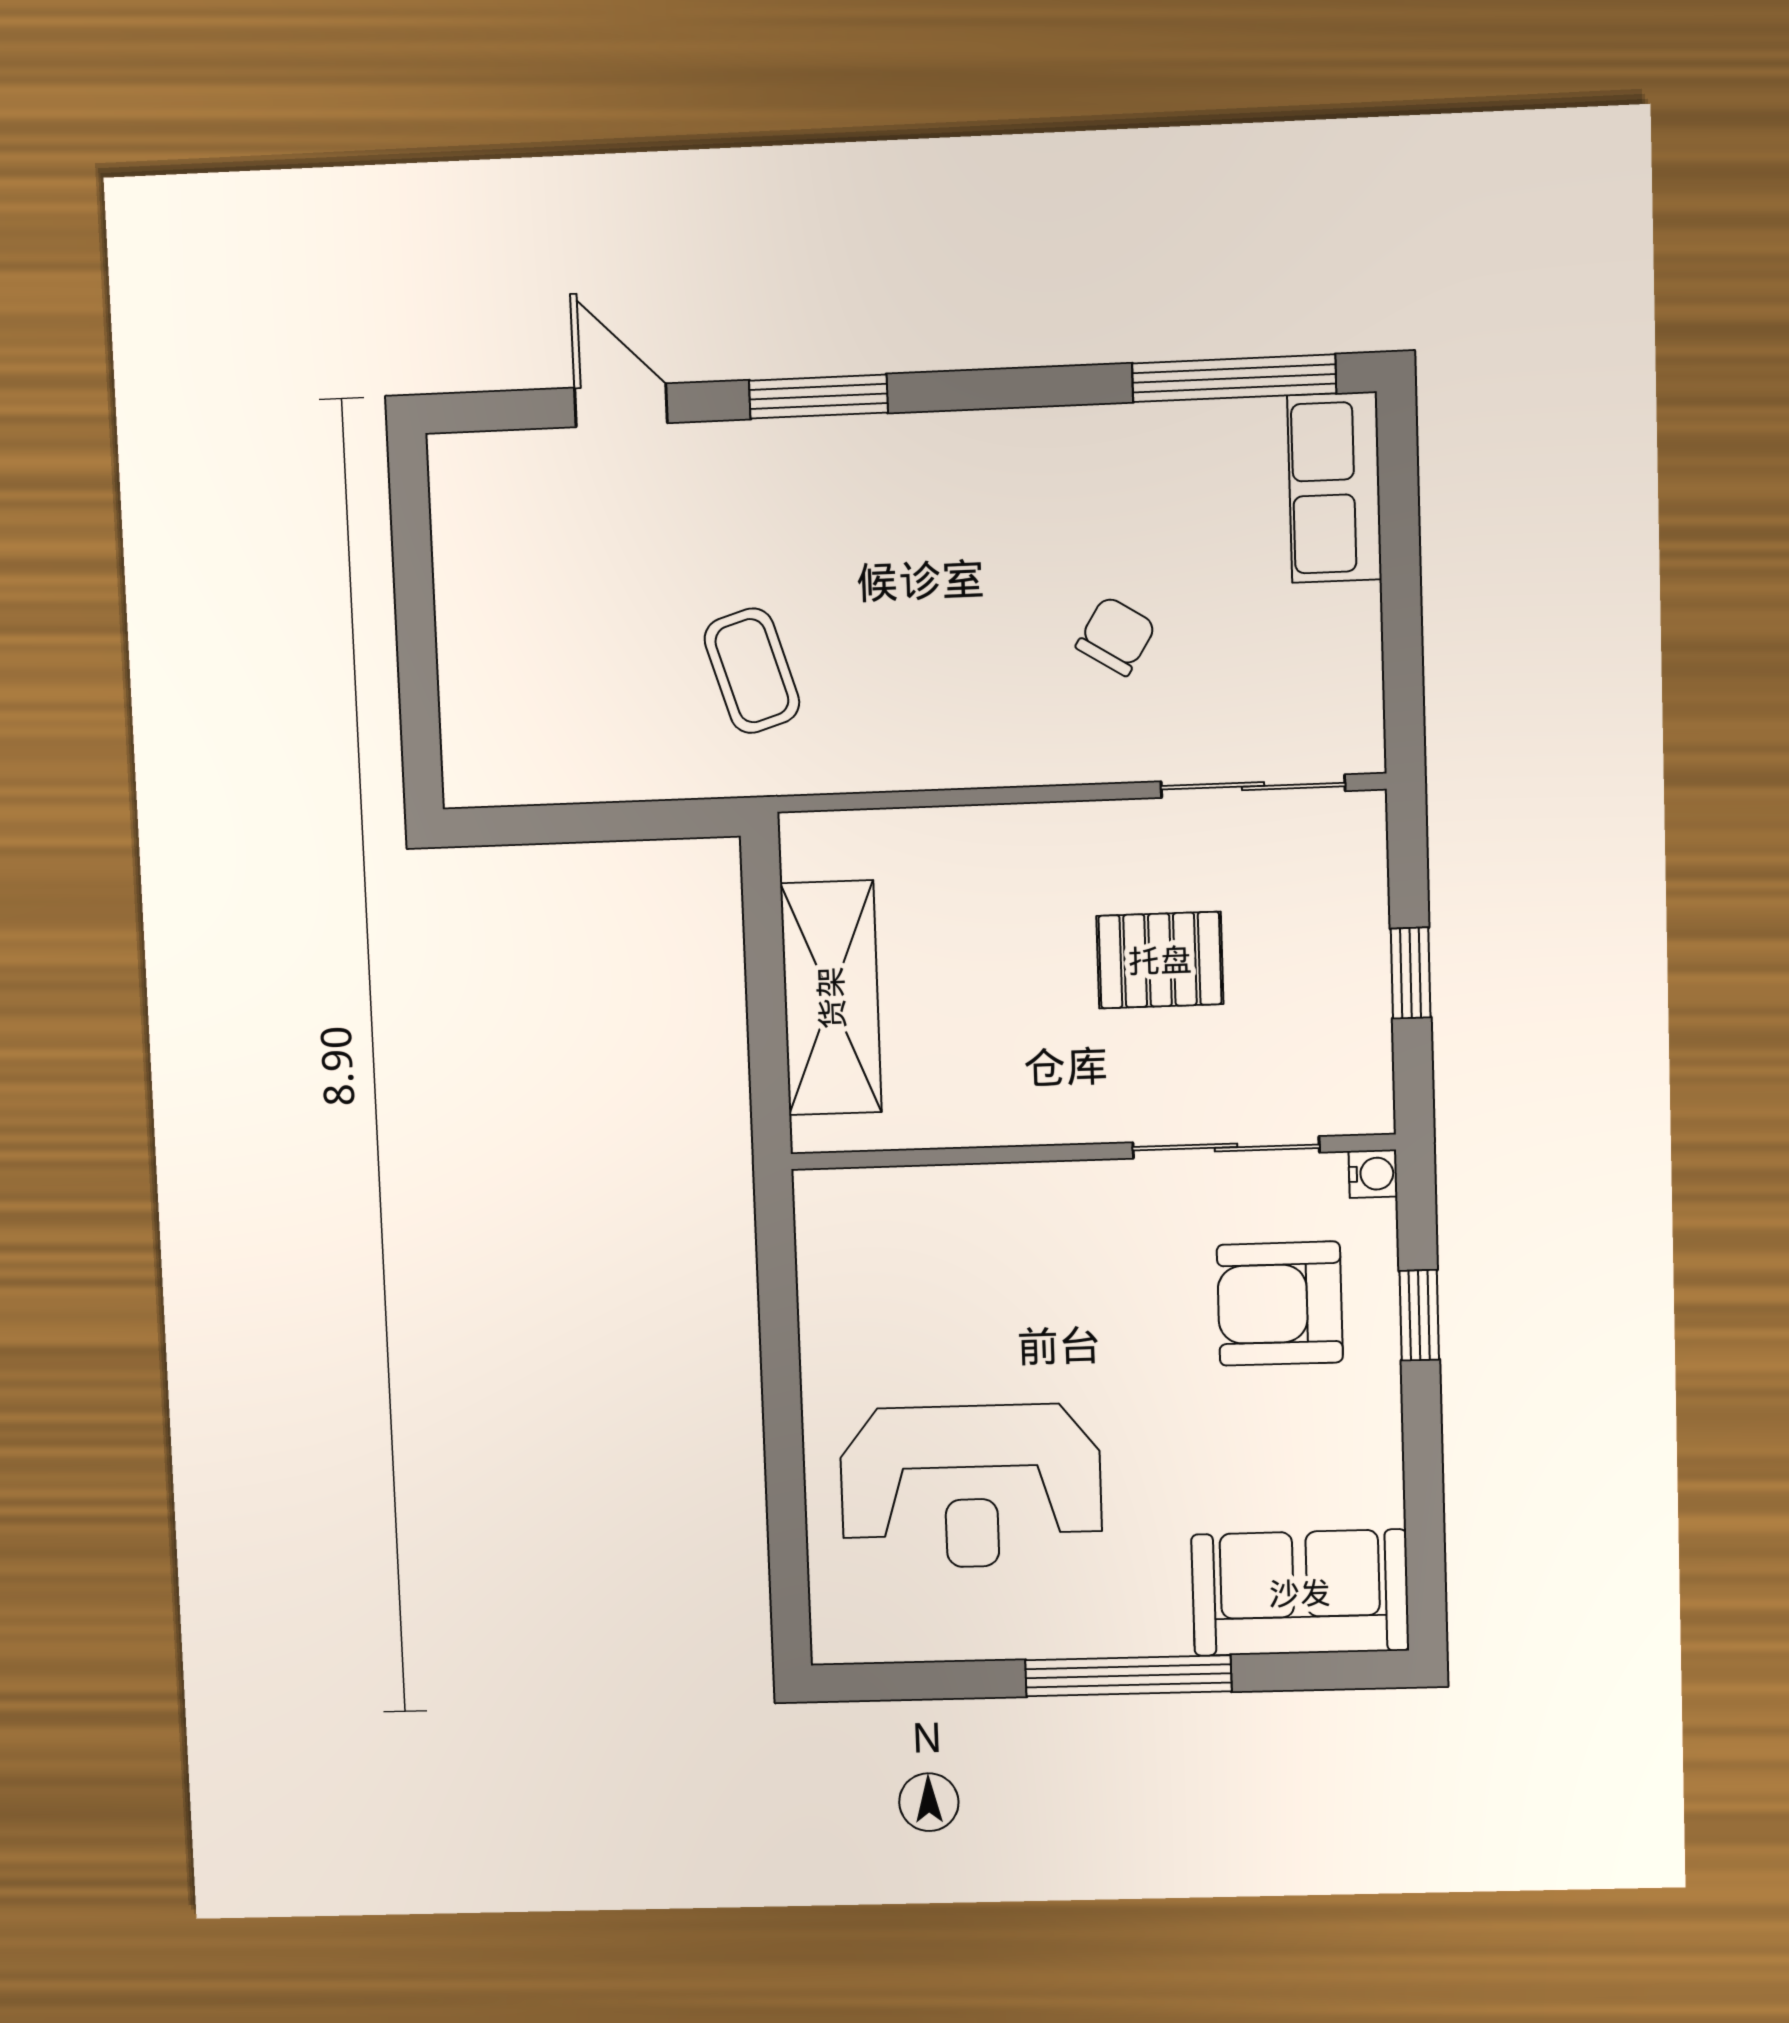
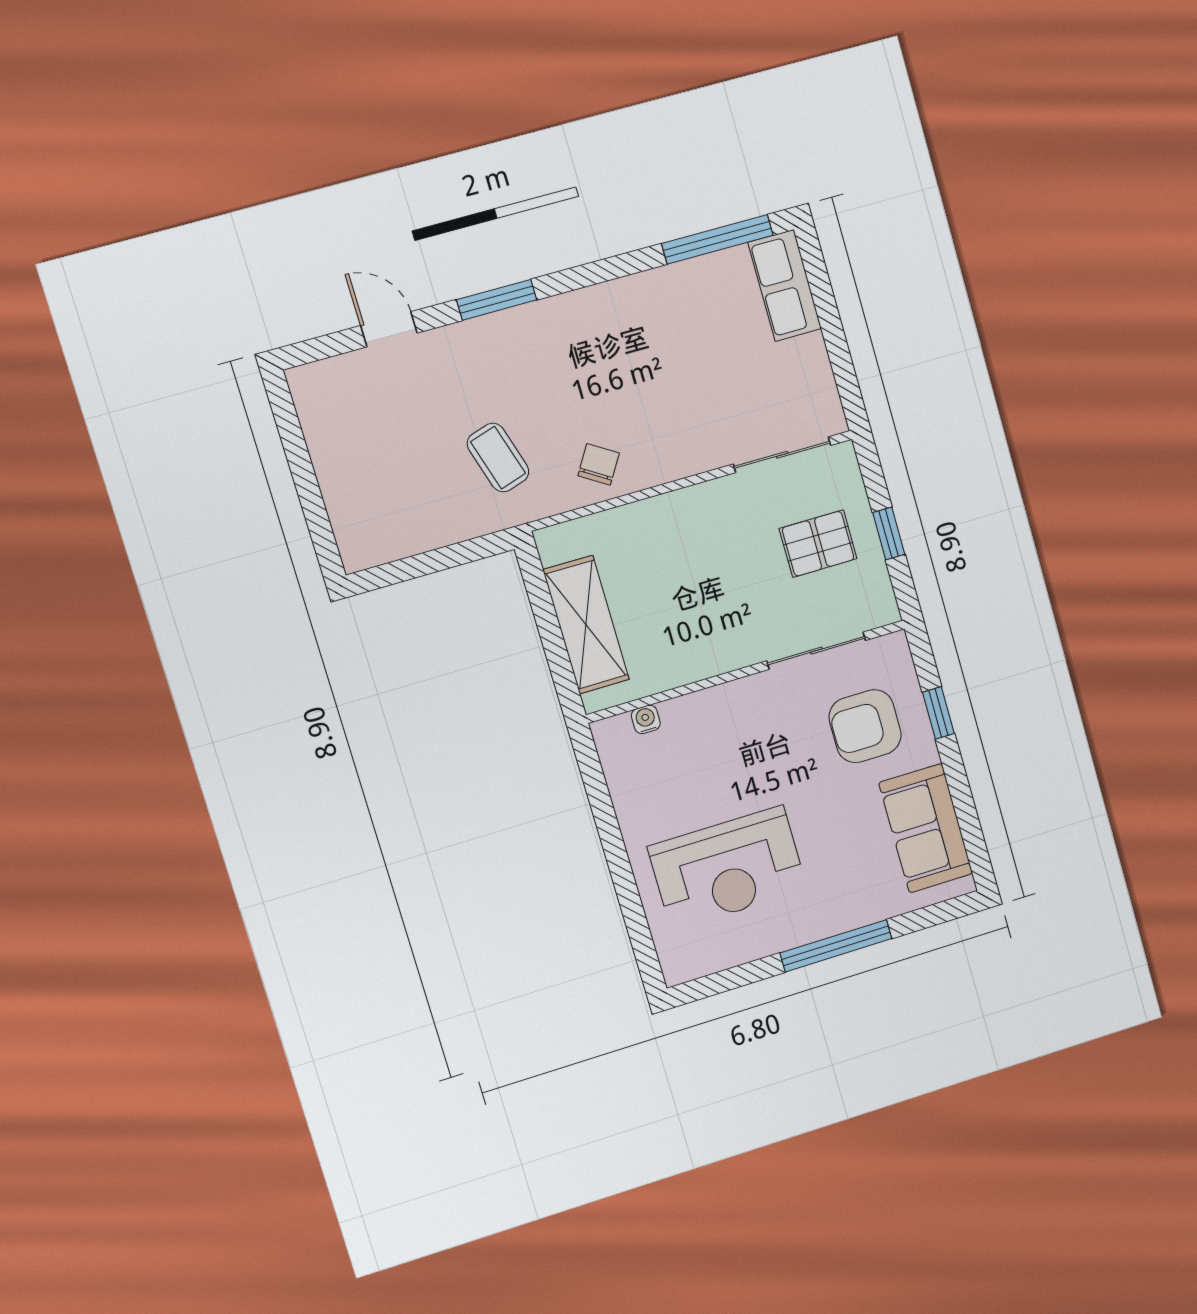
chair: (1116, 636) -> (599, 464), moved
pallet: (1160, 960) -> (818, 544), moved
water cooler: (1373, 1174) -> (646, 719), moved, turned -90
sofa: (1300, 1593) -> (926, 828), moved, turned -90

